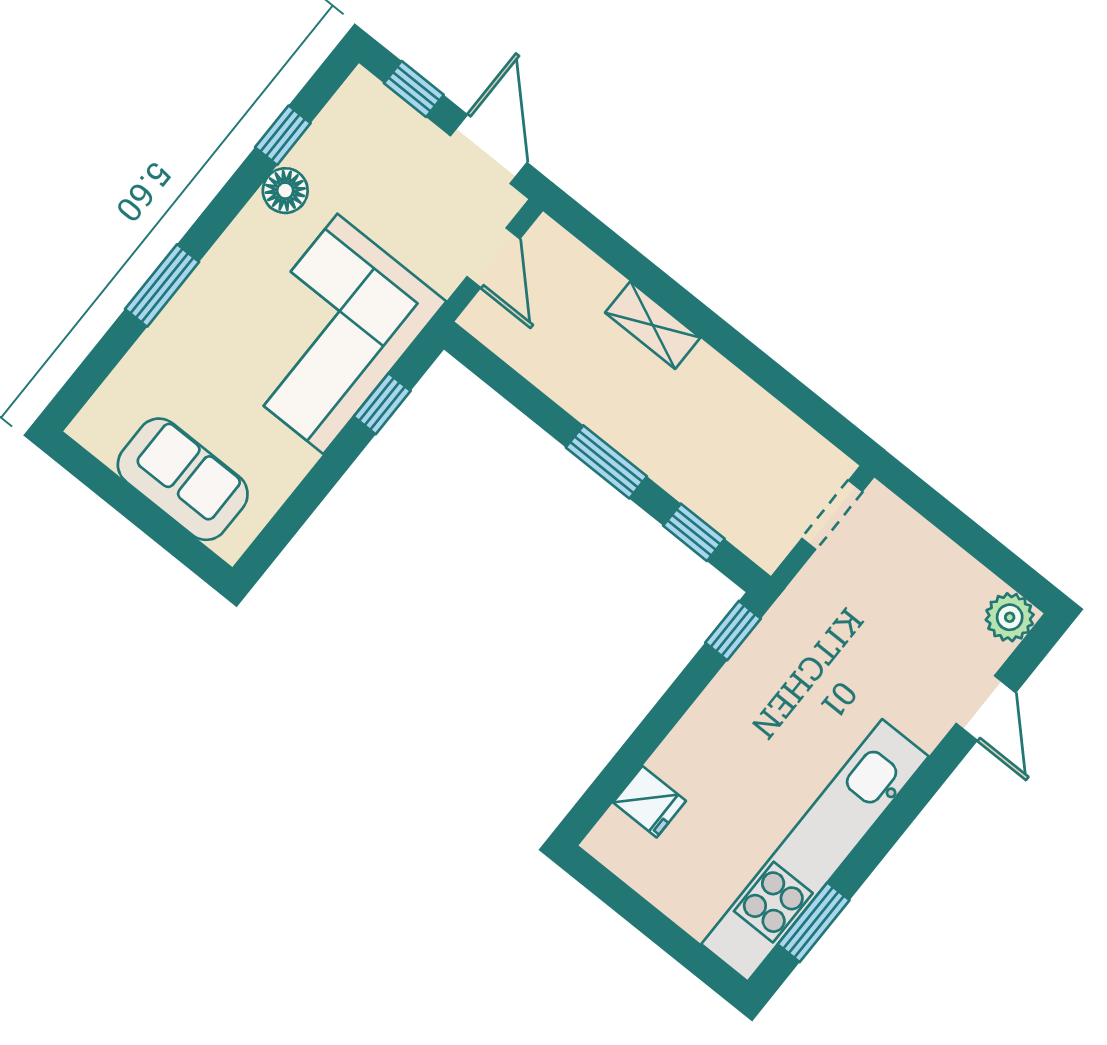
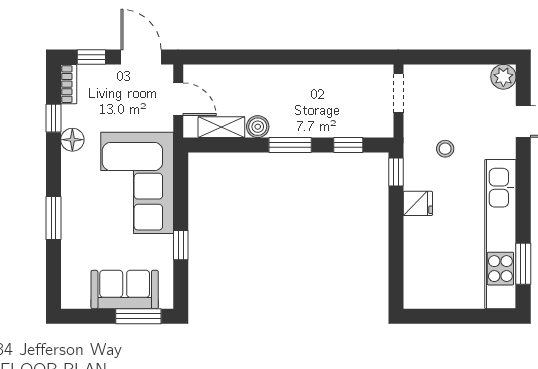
bookcase: (347, 102) -> (69, 84), added
shelving: (653, 325) -> (221, 127), moved
boiler: (580, 395) -> (258, 127), added
window: (382, 404) -> (181, 245), moved
window: (171, 536) -> (138, 316), added
stool: (835, 655) -> (445, 149), added
fridge: (650, 802) -> (418, 203), moved

